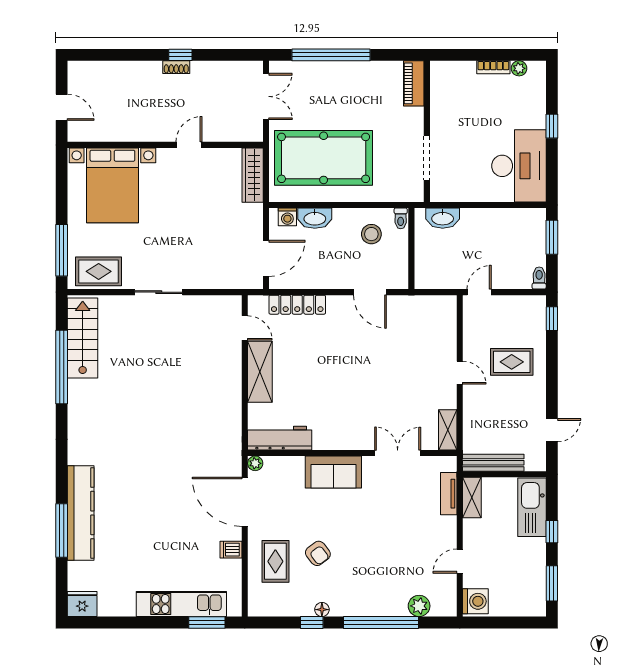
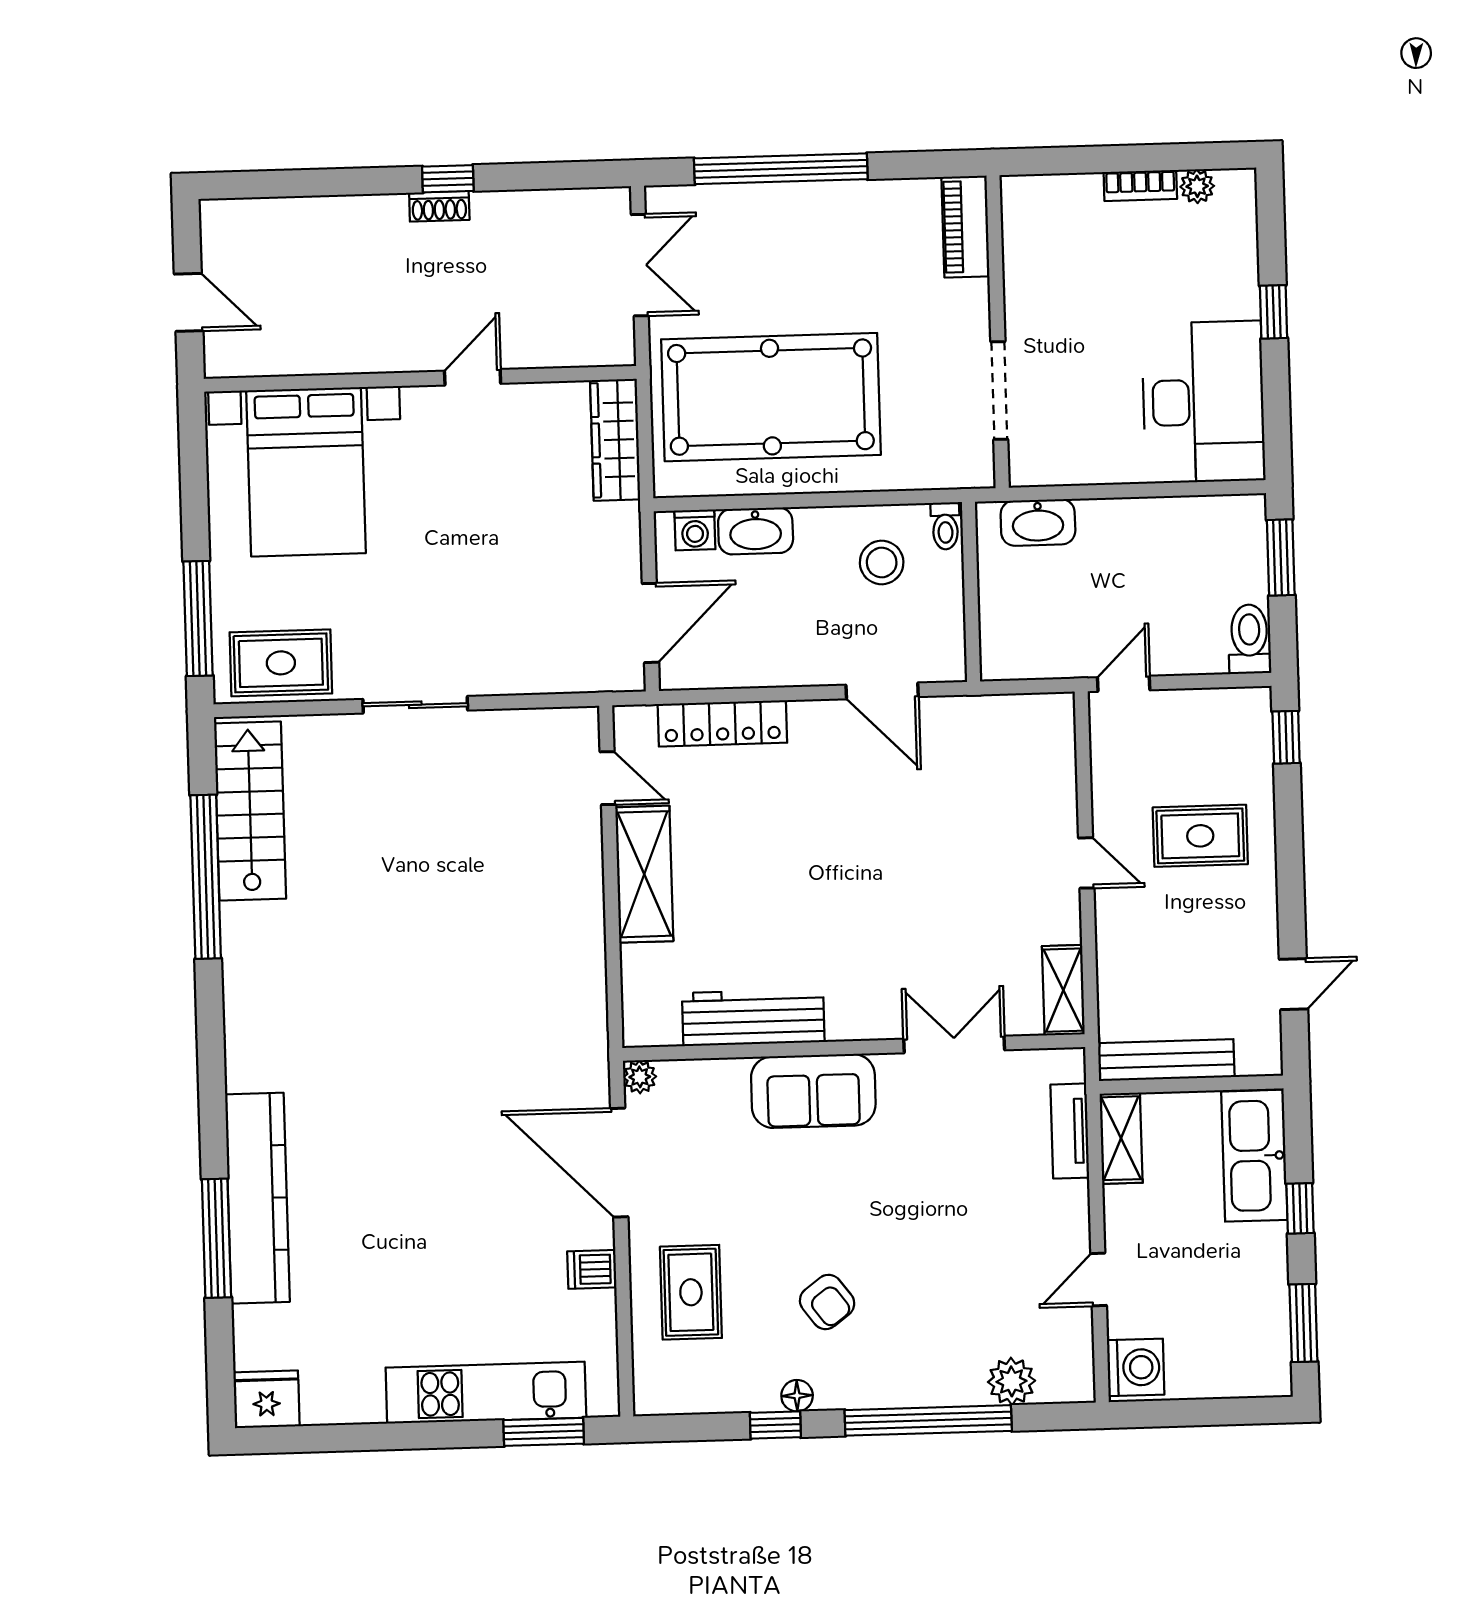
toilet: (539, 278) -> (1249, 639), width x1.37, depth x1.39
workbench: (280, 438) -> (753, 1018), moved
armchair: (318, 553) -> (827, 1302), moved

